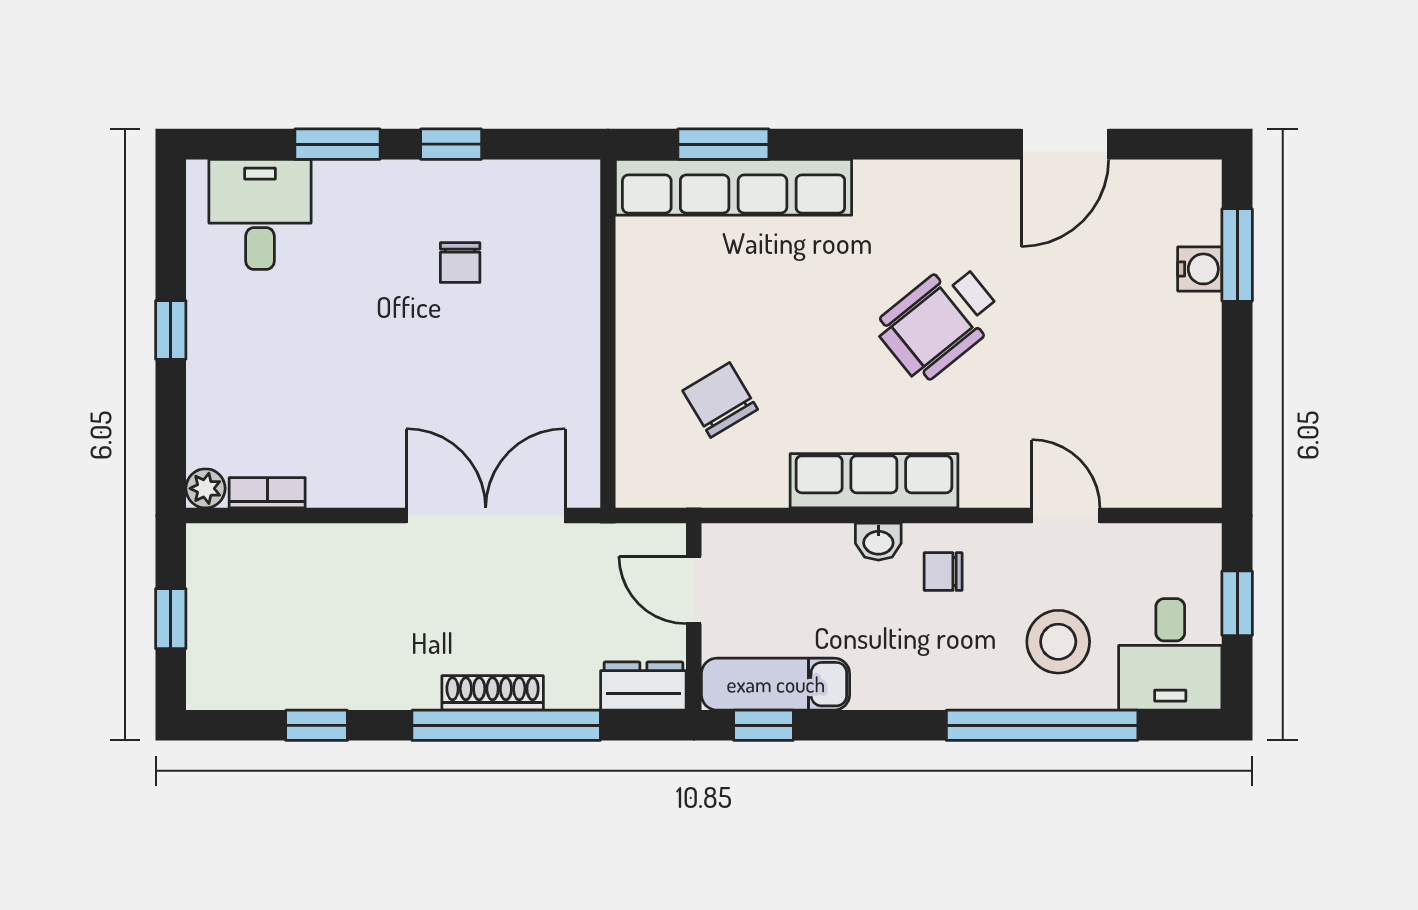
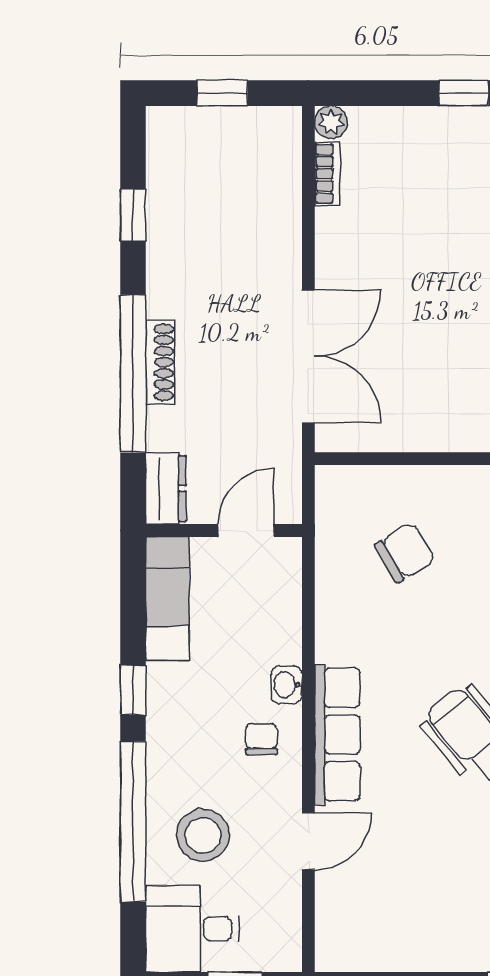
row of seats: (874, 481) -> (337, 735), moved
window: (763, 725) -> (133, 690), moved

